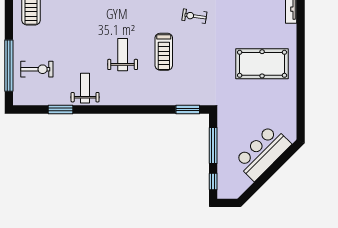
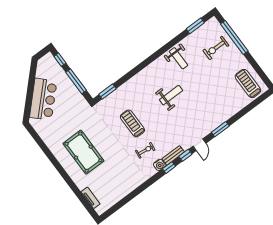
treadmill: (164, 52) -> (132, 123), moved
weight bench: (123, 55) -> (171, 95), turned -90
pool table: (262, 64) -> (83, 152), turned 90
window: (60, 109) -> (195, 26), moved

